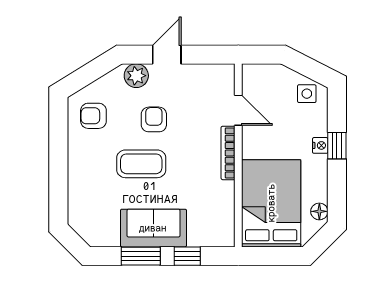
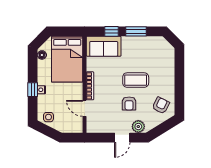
armchair: (93, 116) -> (161, 105), turned -63
sofa: (153, 228) -> (104, 46), moved

